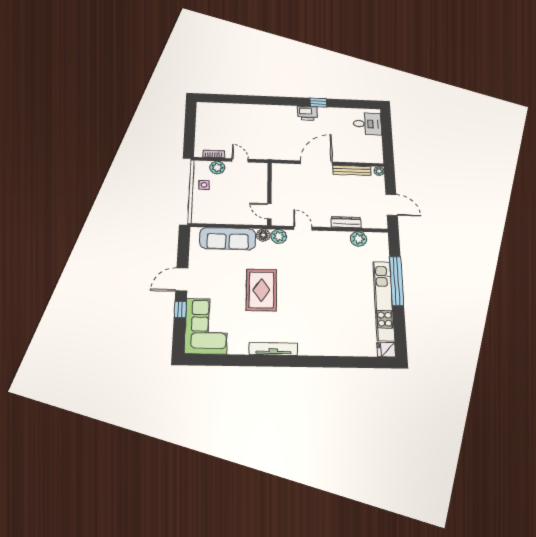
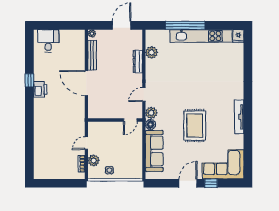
door: (182, 279) -> (188, 183), swing flipped
rug: (261, 290) -> (195, 125), turned 90

